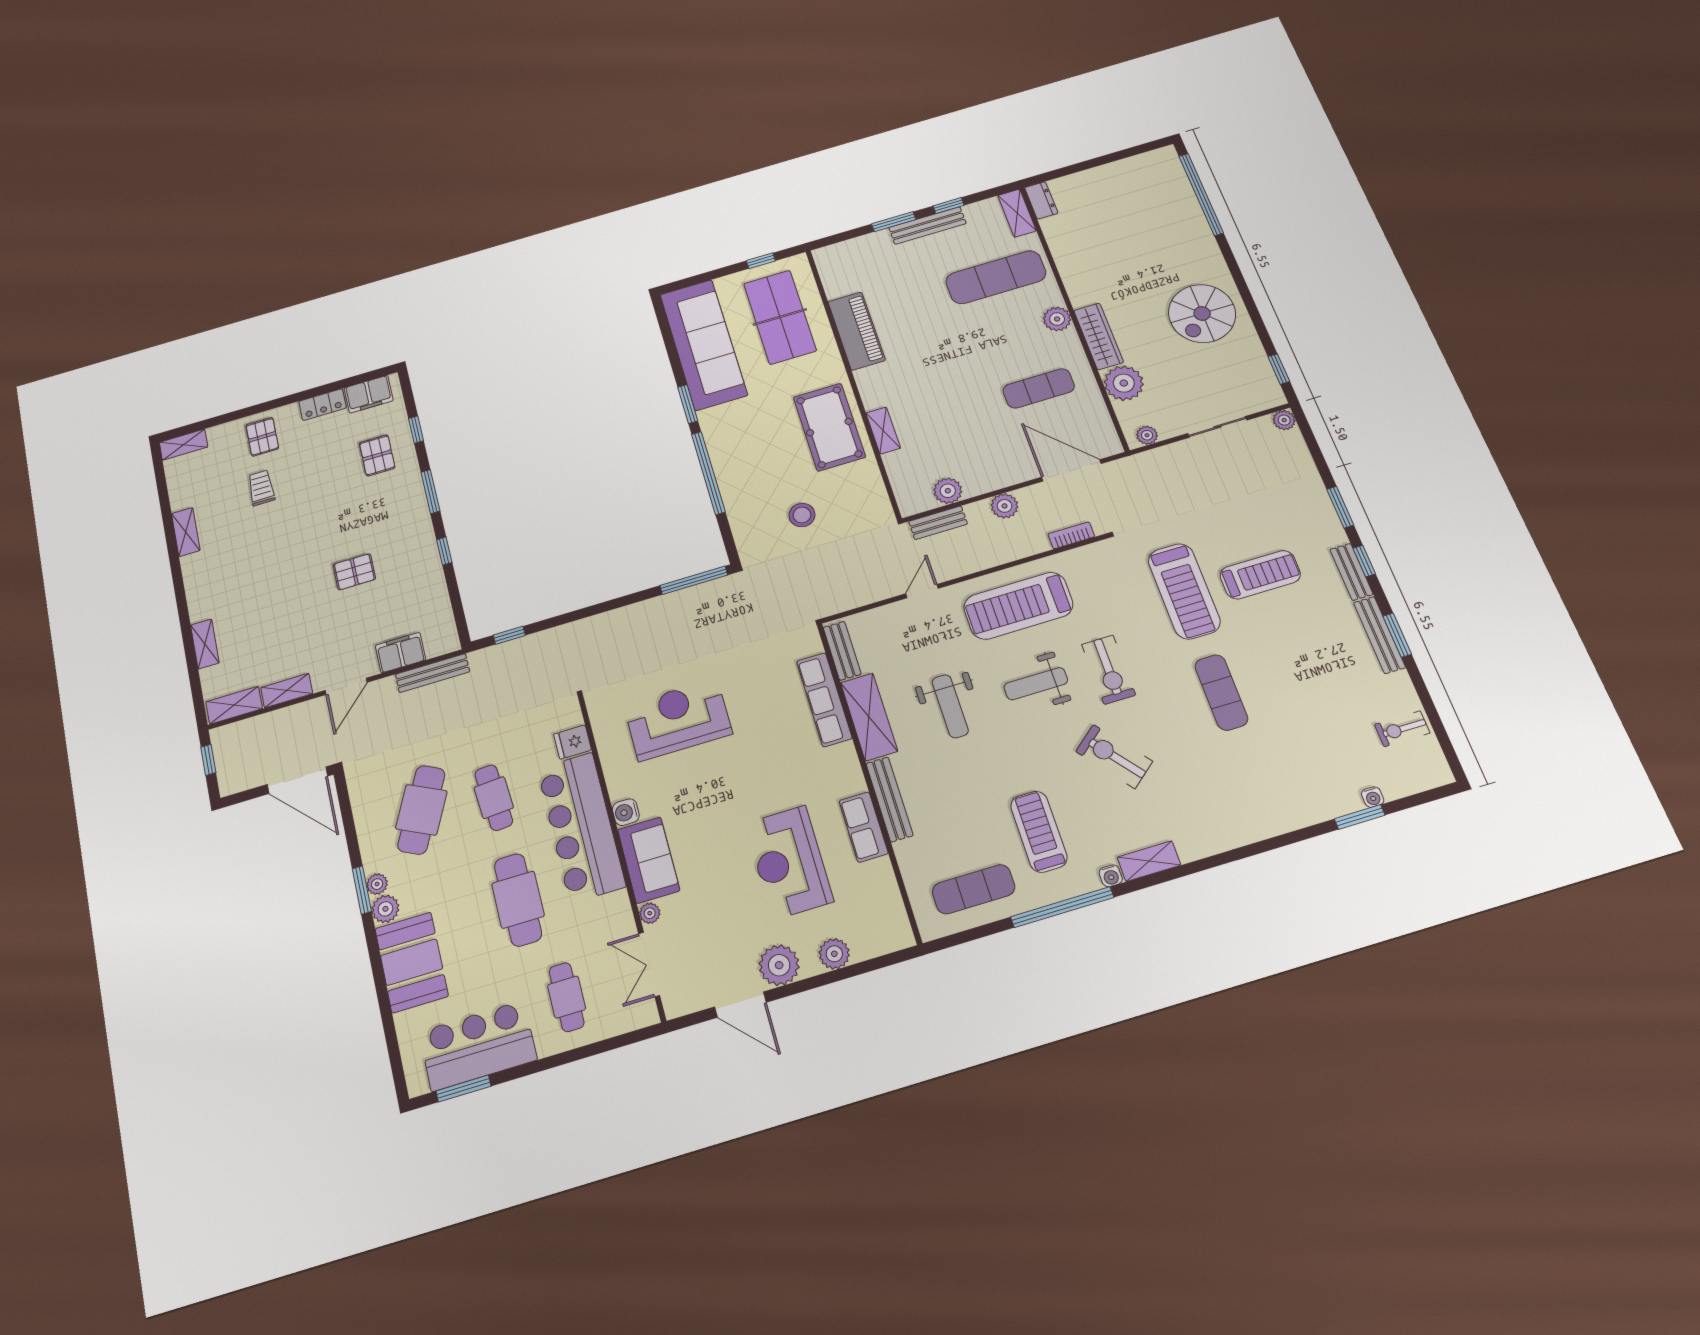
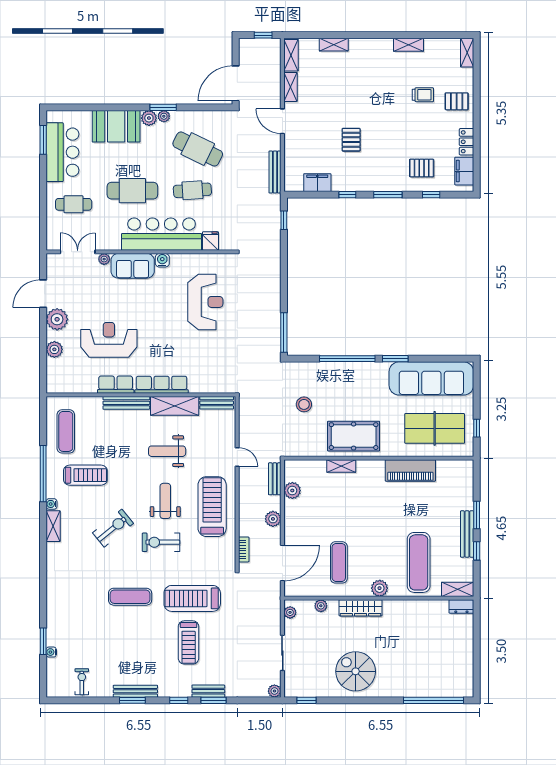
plant: (1124, 383) -> (321, 606), width x0.53, depth x0.53
bench: (1351, 572) -> (208, 691), moved
filing cabinet: (401, 653) -> (317, 183), moved, turned -90
row of seats: (824, 700) -> (162, 385), moved

